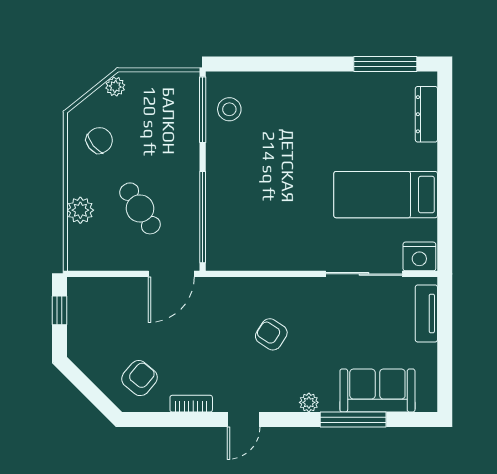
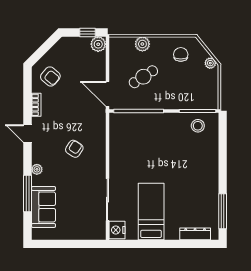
chair: (99, 140) -> (181, 54), turned -141
plant: (81, 291) -> (98, 44), added
tv unit: (426, 313) -> (86, 234), removed

